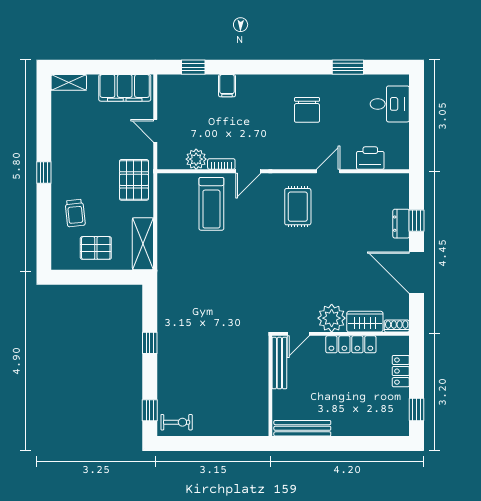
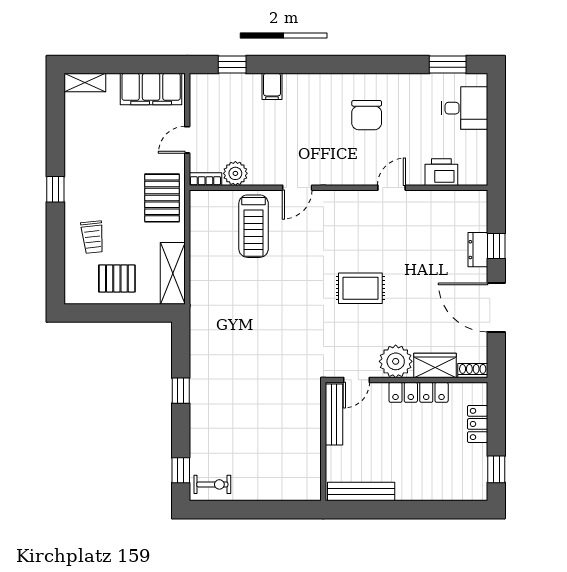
window: (348, 67) -> (448, 65), moved
door: (155, 131) -> (187, 140), hinge flipped
bookcase: (221, 164) -> (205, 179), moved
rug: (298, 207) -> (360, 288), moved, turned 90

